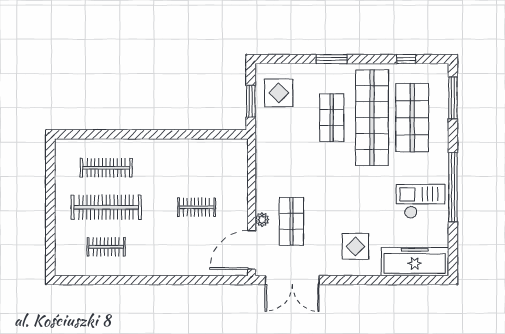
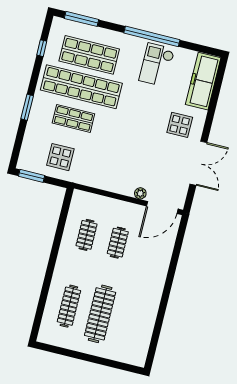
display table: (279, 93) -> (60, 157), moved
window: (251, 101) -> (32, 176), moved
shop shelf: (291, 221) -> (147, 170), removed
clothes rail: (106, 247) -> (87, 235), moved
door: (252, 250) -> (162, 208), hinge flipped
double door: (292, 280) -> (198, 163), moved

